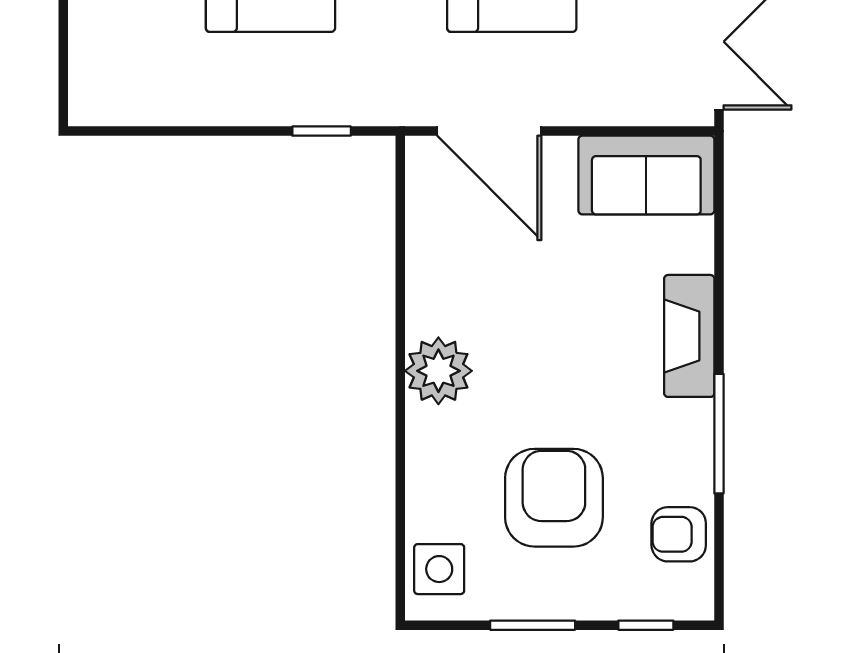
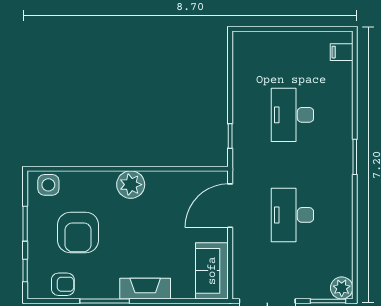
armchair: (554, 498) -> (78, 232), turned 90
armchair: (679, 534) -> (63, 284), turned 90

